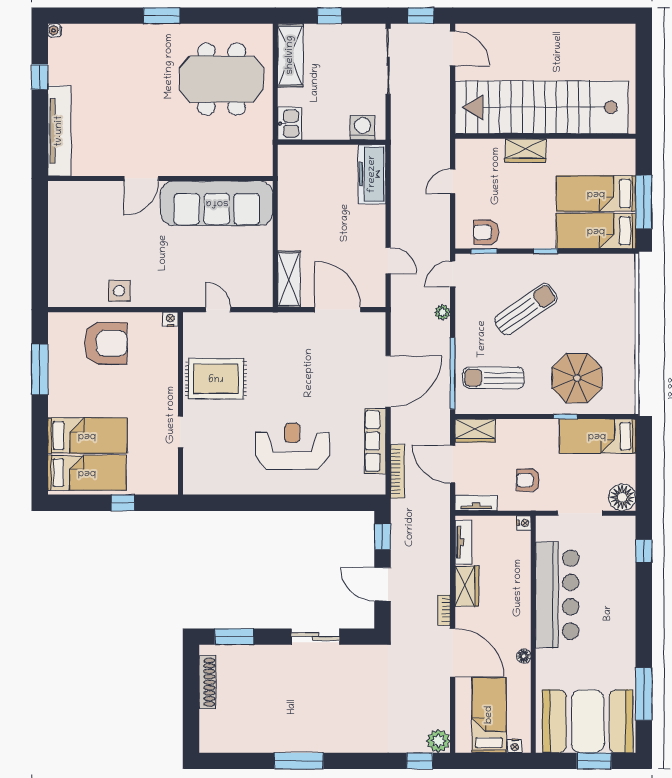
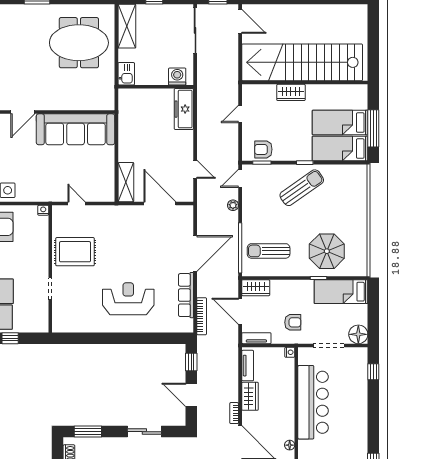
sun lounger: (526, 309) -> (302, 188), moved
armchair: (528, 480) -> (293, 322), turned 180

